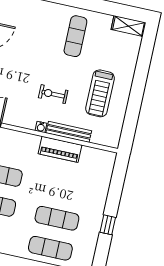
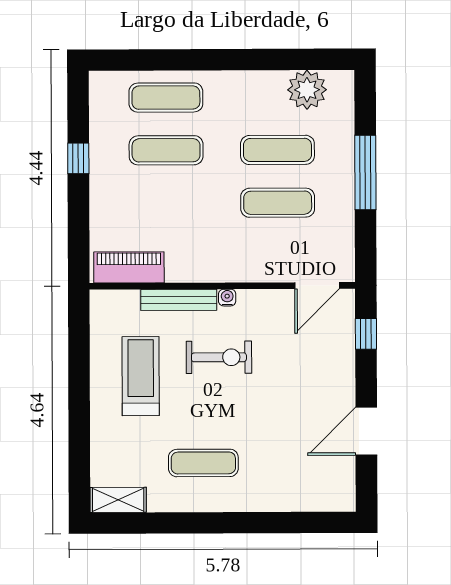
exercise mat: (75, 36) -> (203, 463), turned 90
exercise bike: (53, 94) -> (219, 357), width x1.38, depth x1.39
piano: (60, 149) -> (129, 267), moved

